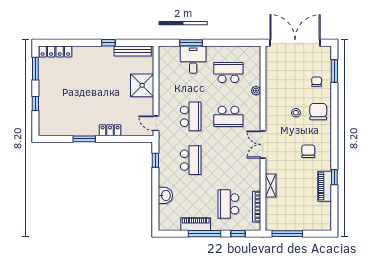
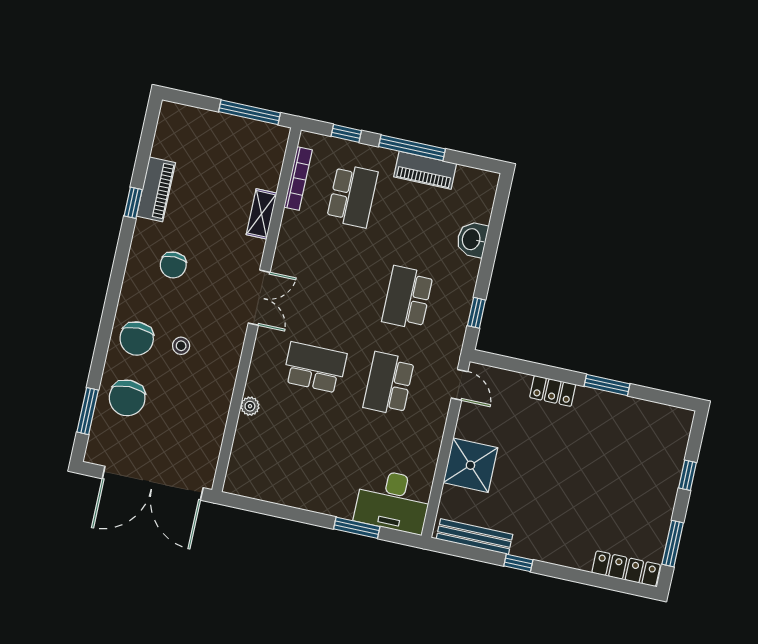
desk: (193, 60) -> (393, 501), moved, width x1.37
school desk: (228, 73) -> (296, 453), removed
chair: (317, 82) -> (127, 398), width x1.87, depth x1.87

